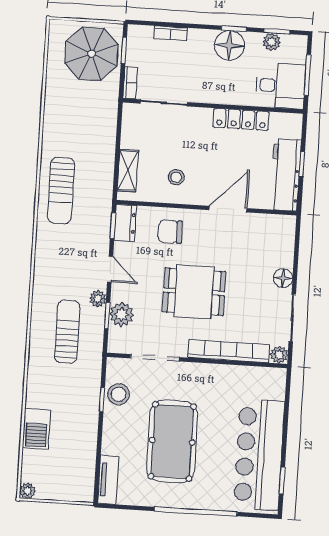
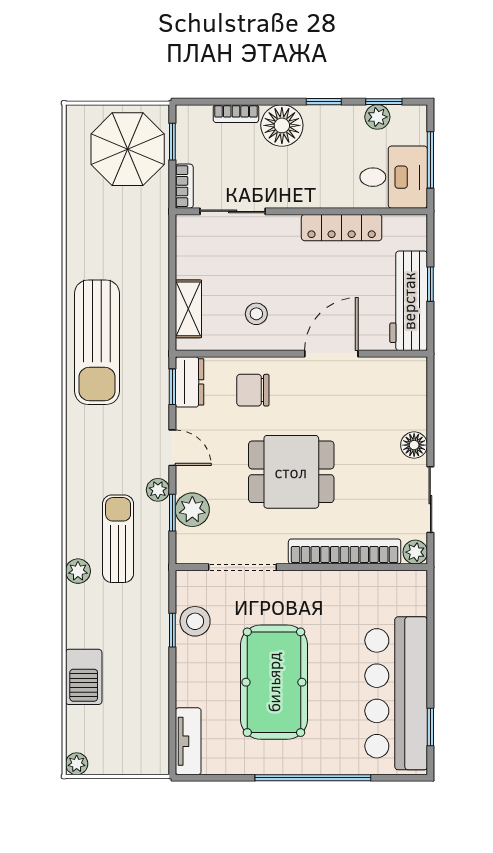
floor lamp: (229, 45) -> (282, 125), moved
sun lounger: (61, 190) -> (97, 342), width x1.36, depth x1.34
plant: (37, 353) -> (78, 571), added

